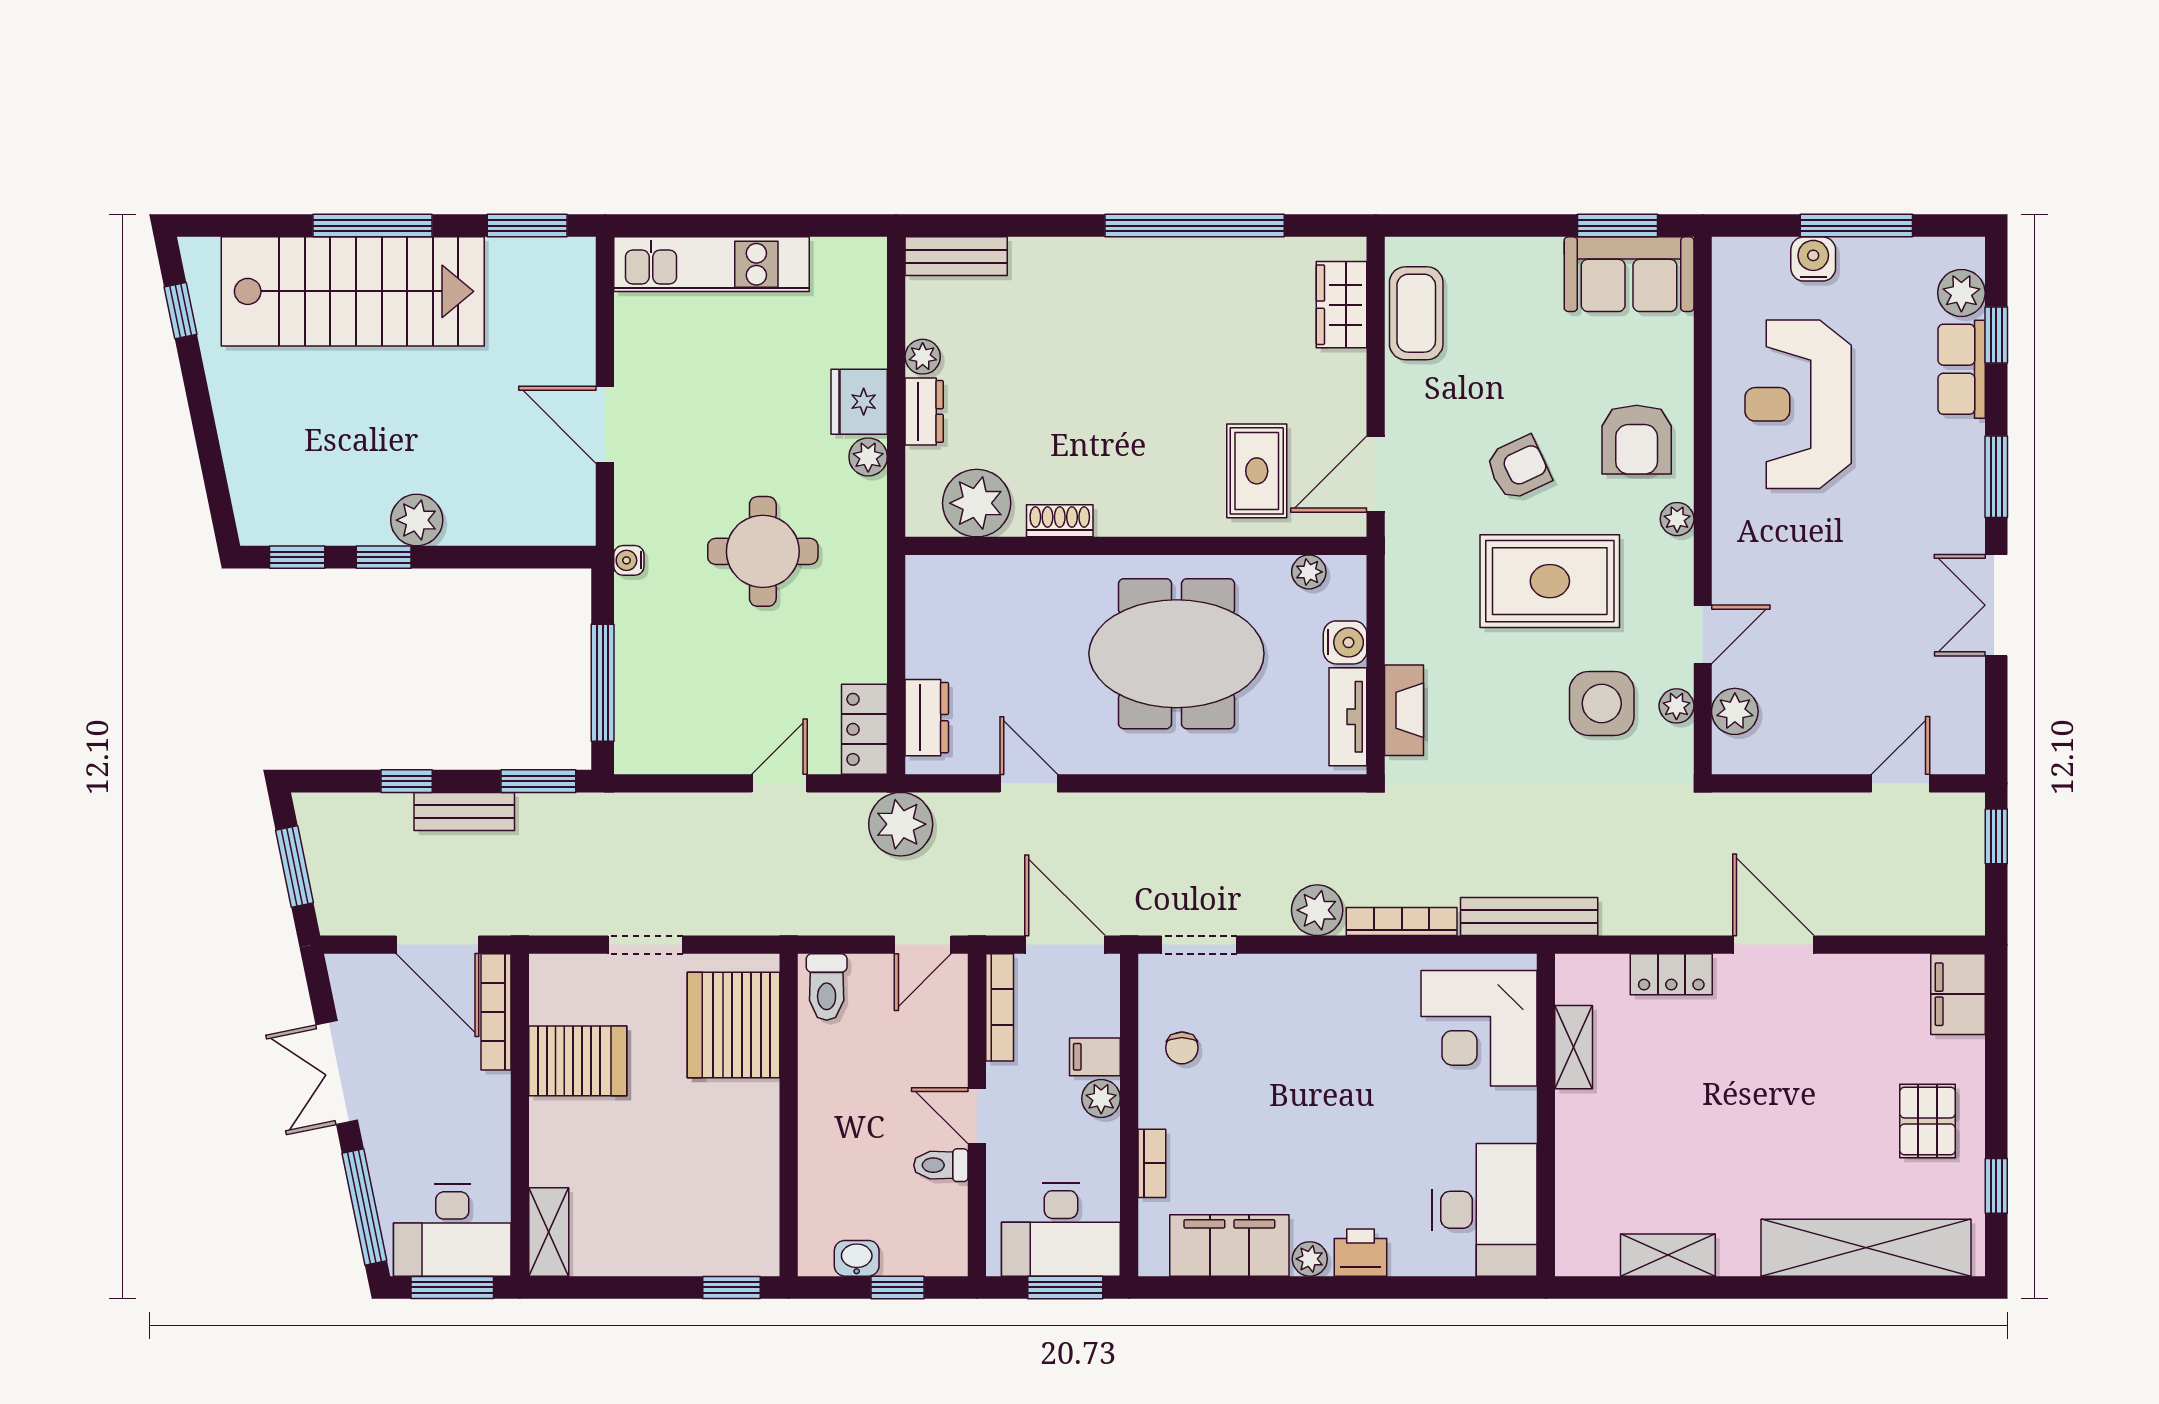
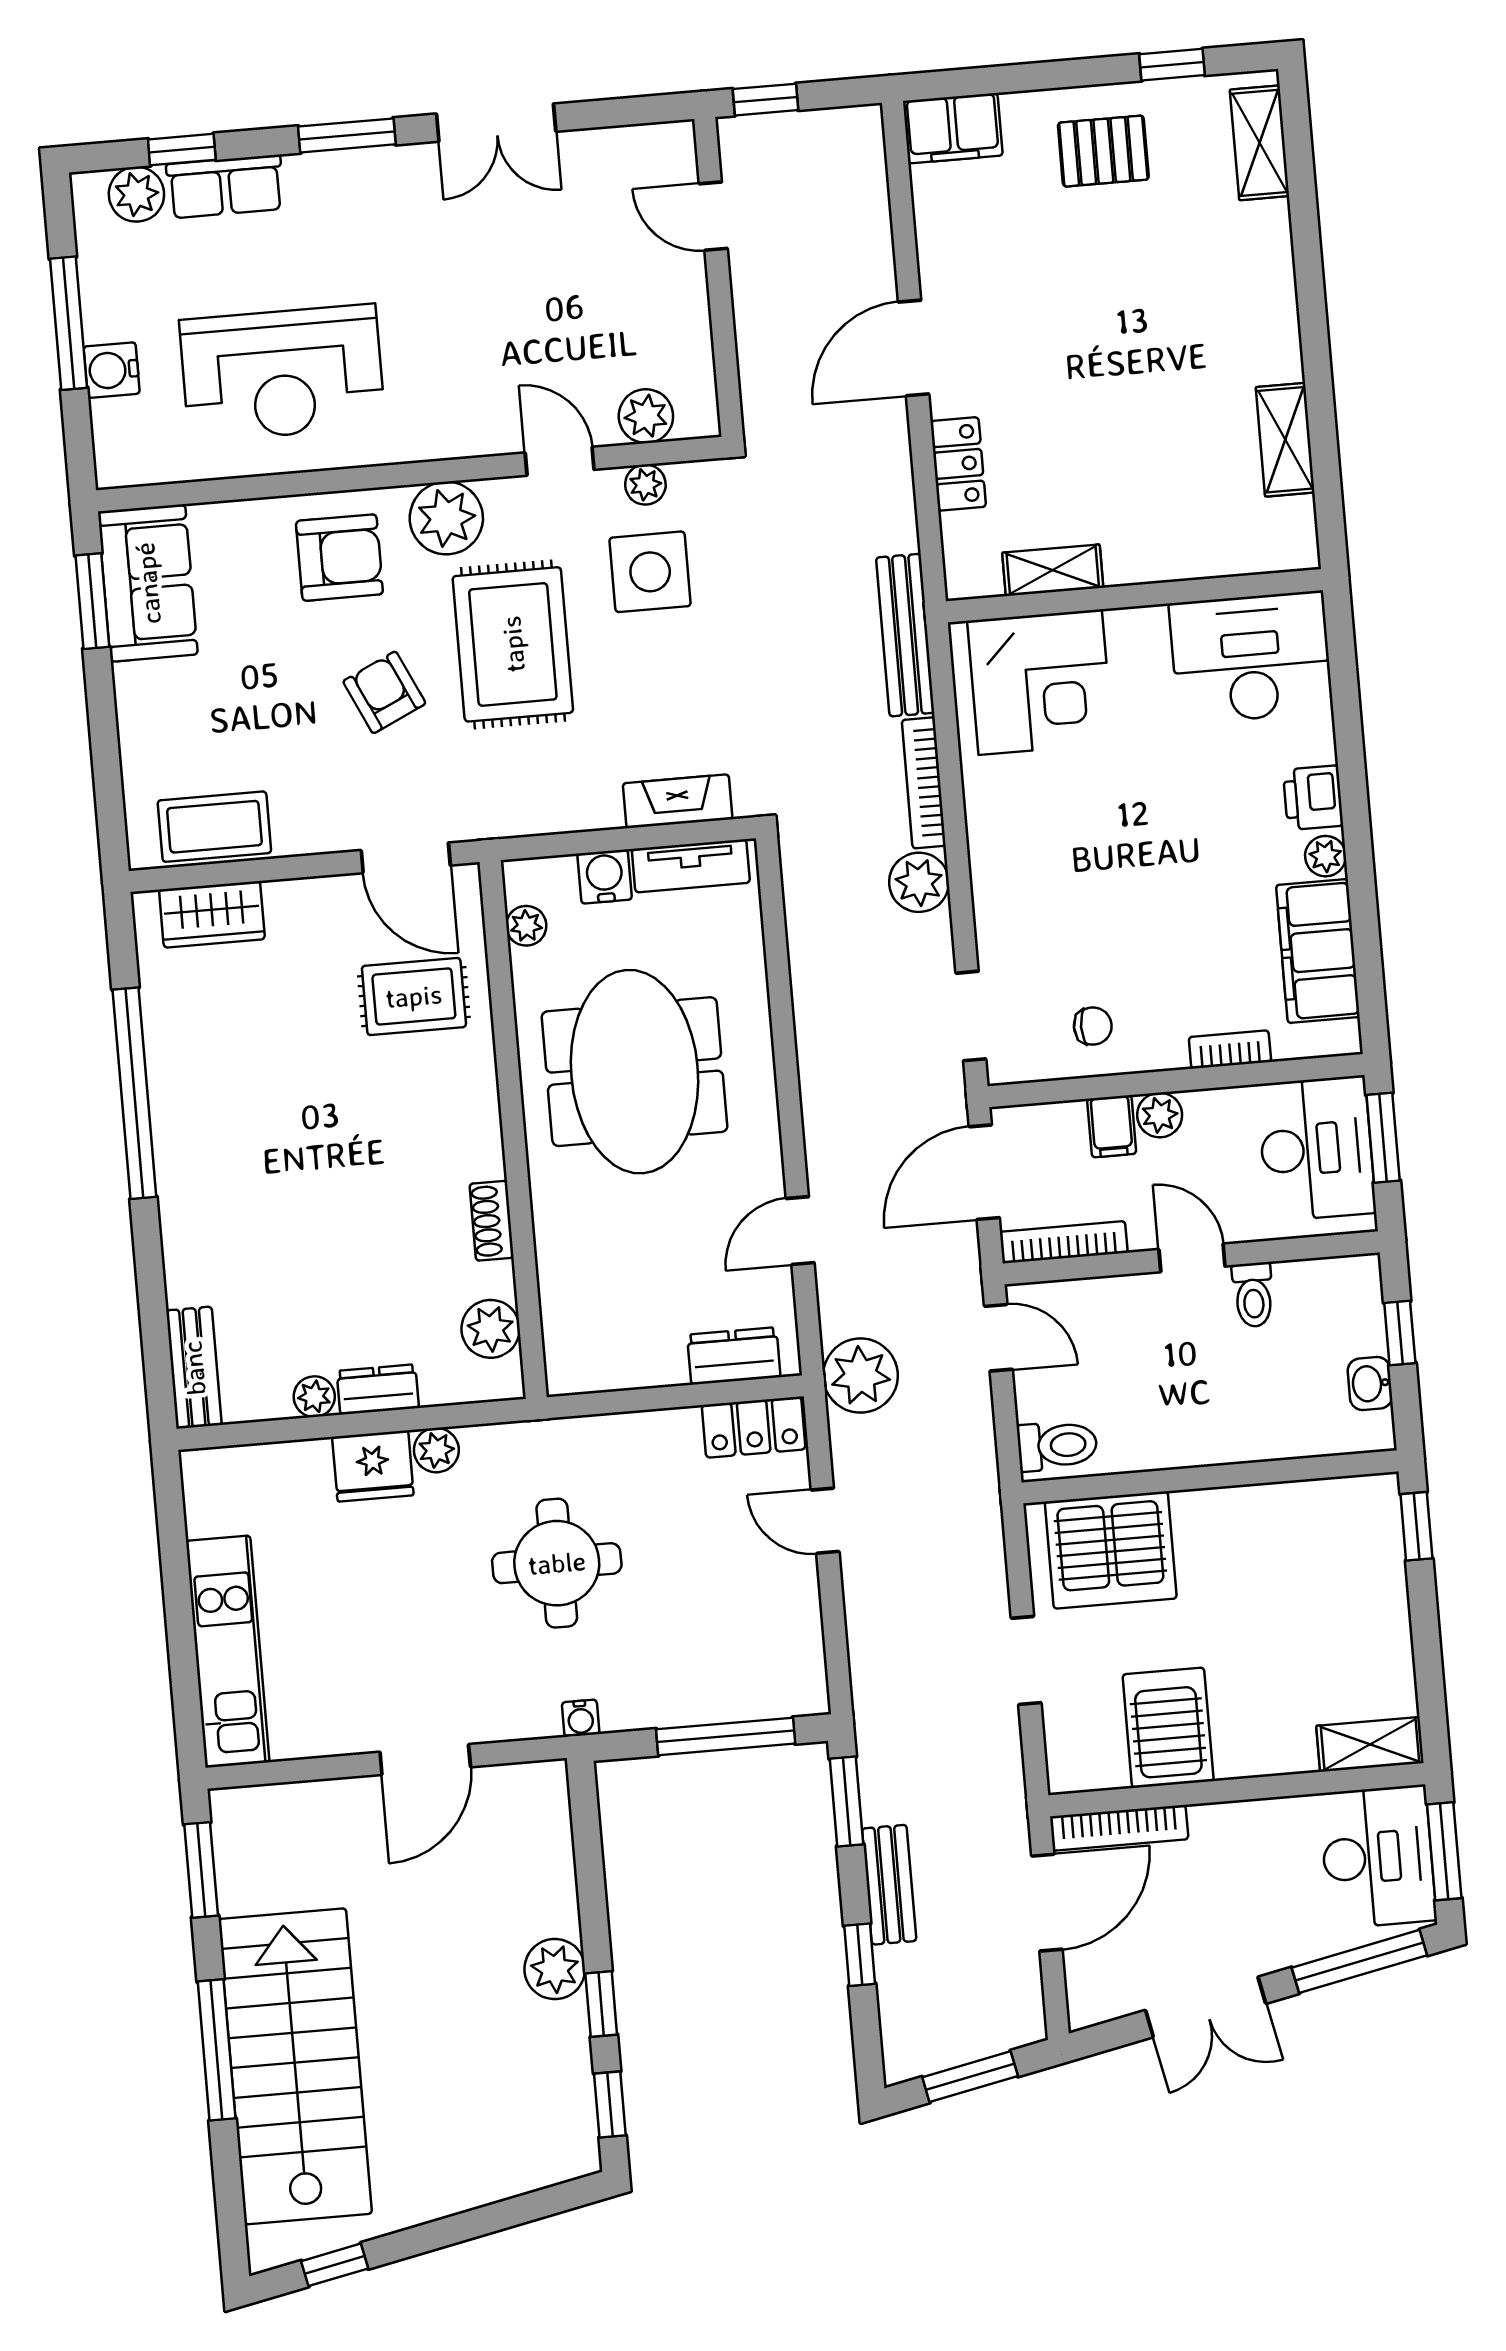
plant: (977, 503) -> (491, 1329), width x0.73, depth x0.73
plant: (1677, 519) -> (446, 518), width x1.88, depth x1.88
door: (977, 1116) -> (1192, 1258), swing flipped
shelving: (1866, 1248) -> (1260, 143), width x0.45, depth x0.75

